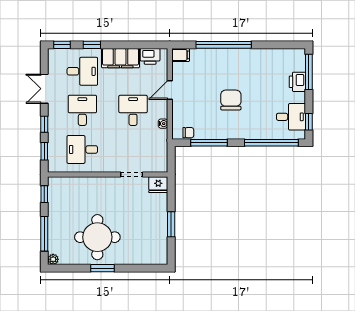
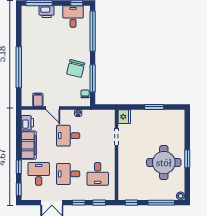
filing cabinet: (181, 55) -> (38, 100), moved
chair: (231, 100) -> (76, 68), moved, turned -76

